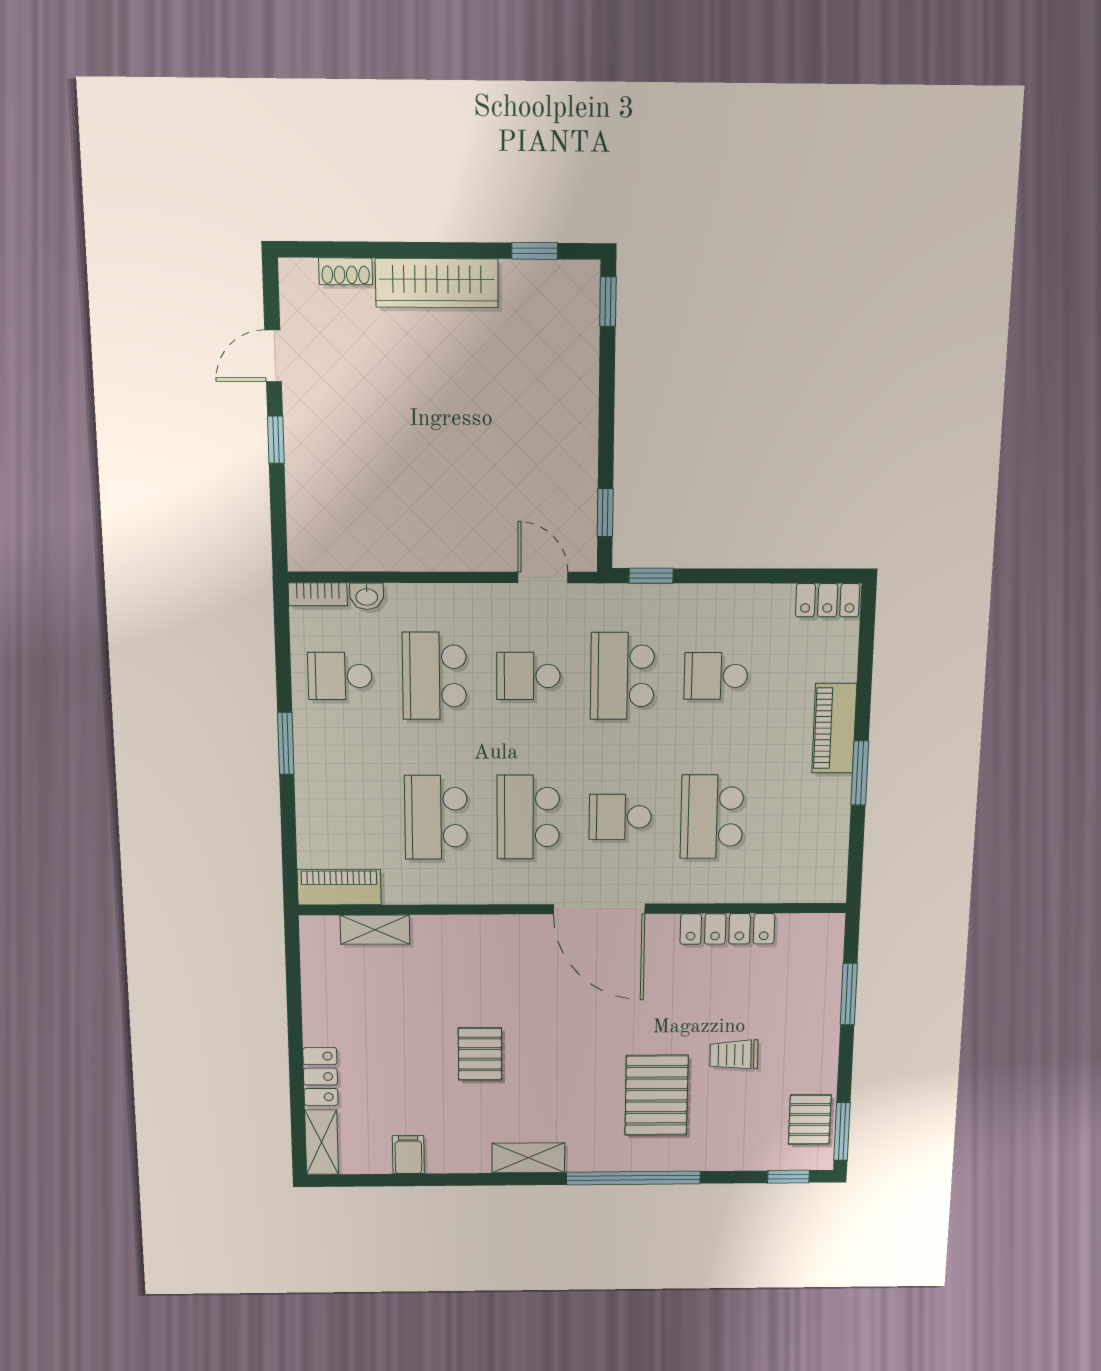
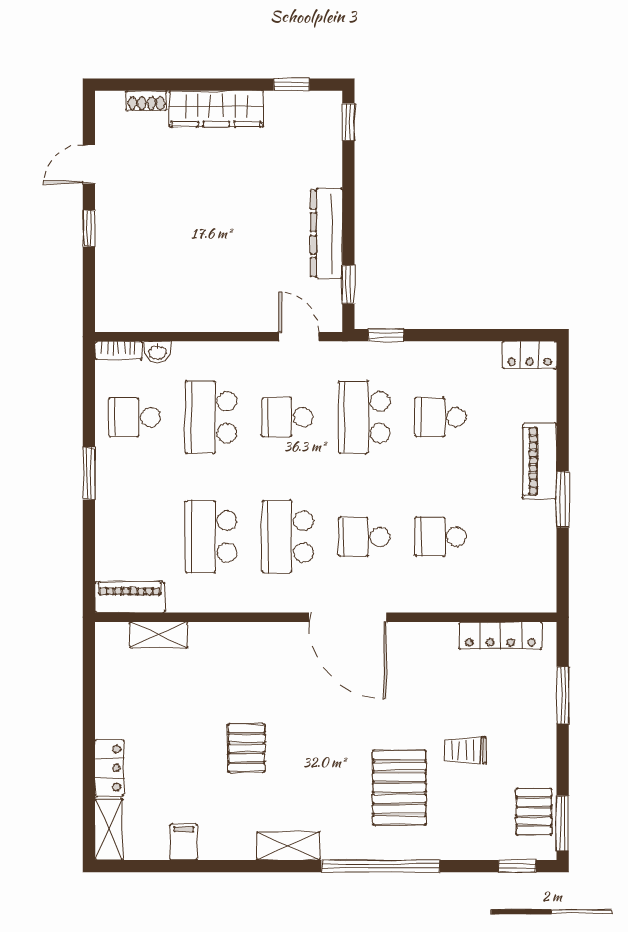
dresser: (578, 447) -> (326, 233), added
school desk: (712, 817) -> (441, 537), width x0.54
locker: (727, 929) -> (500, 635), moved

